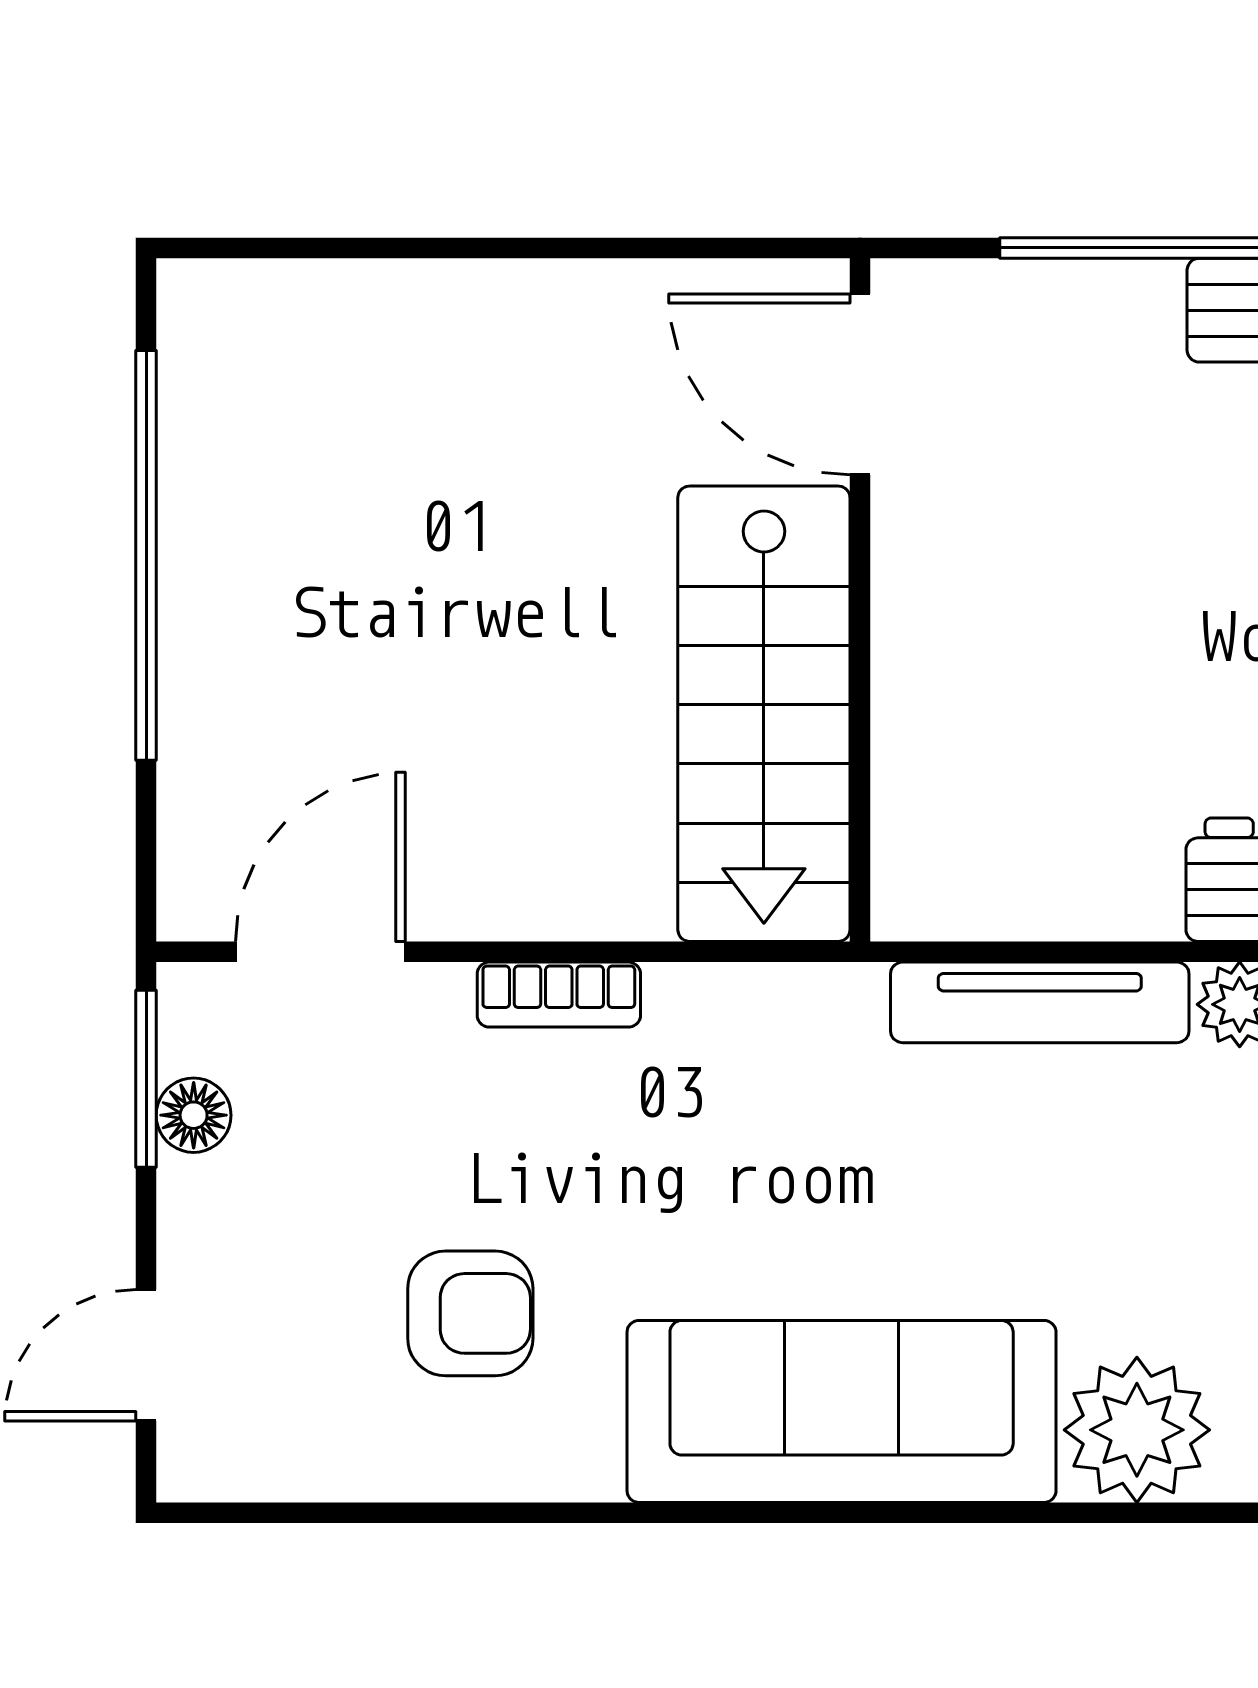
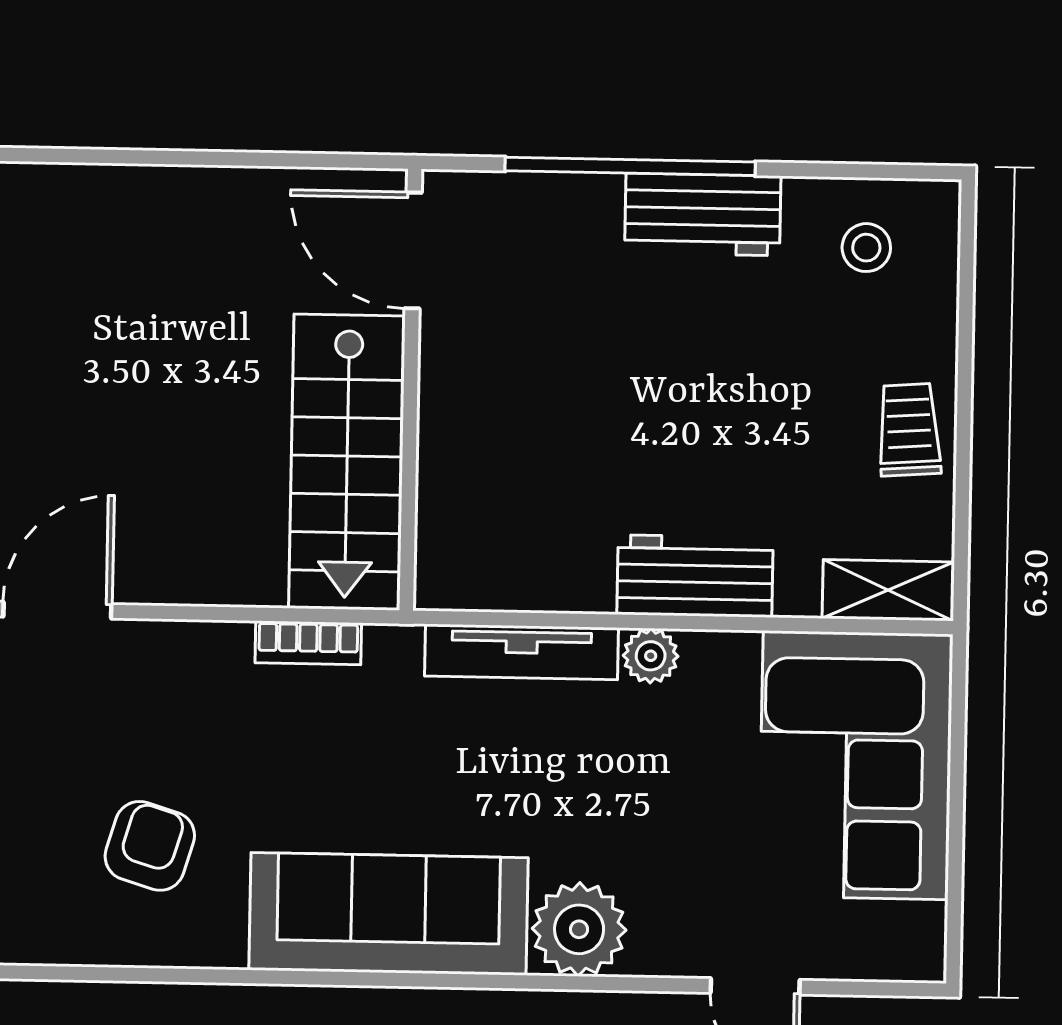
bookcase: (559, 995) -> (308, 643), moved
armchair: (470, 1313) -> (150, 846), turned -73

